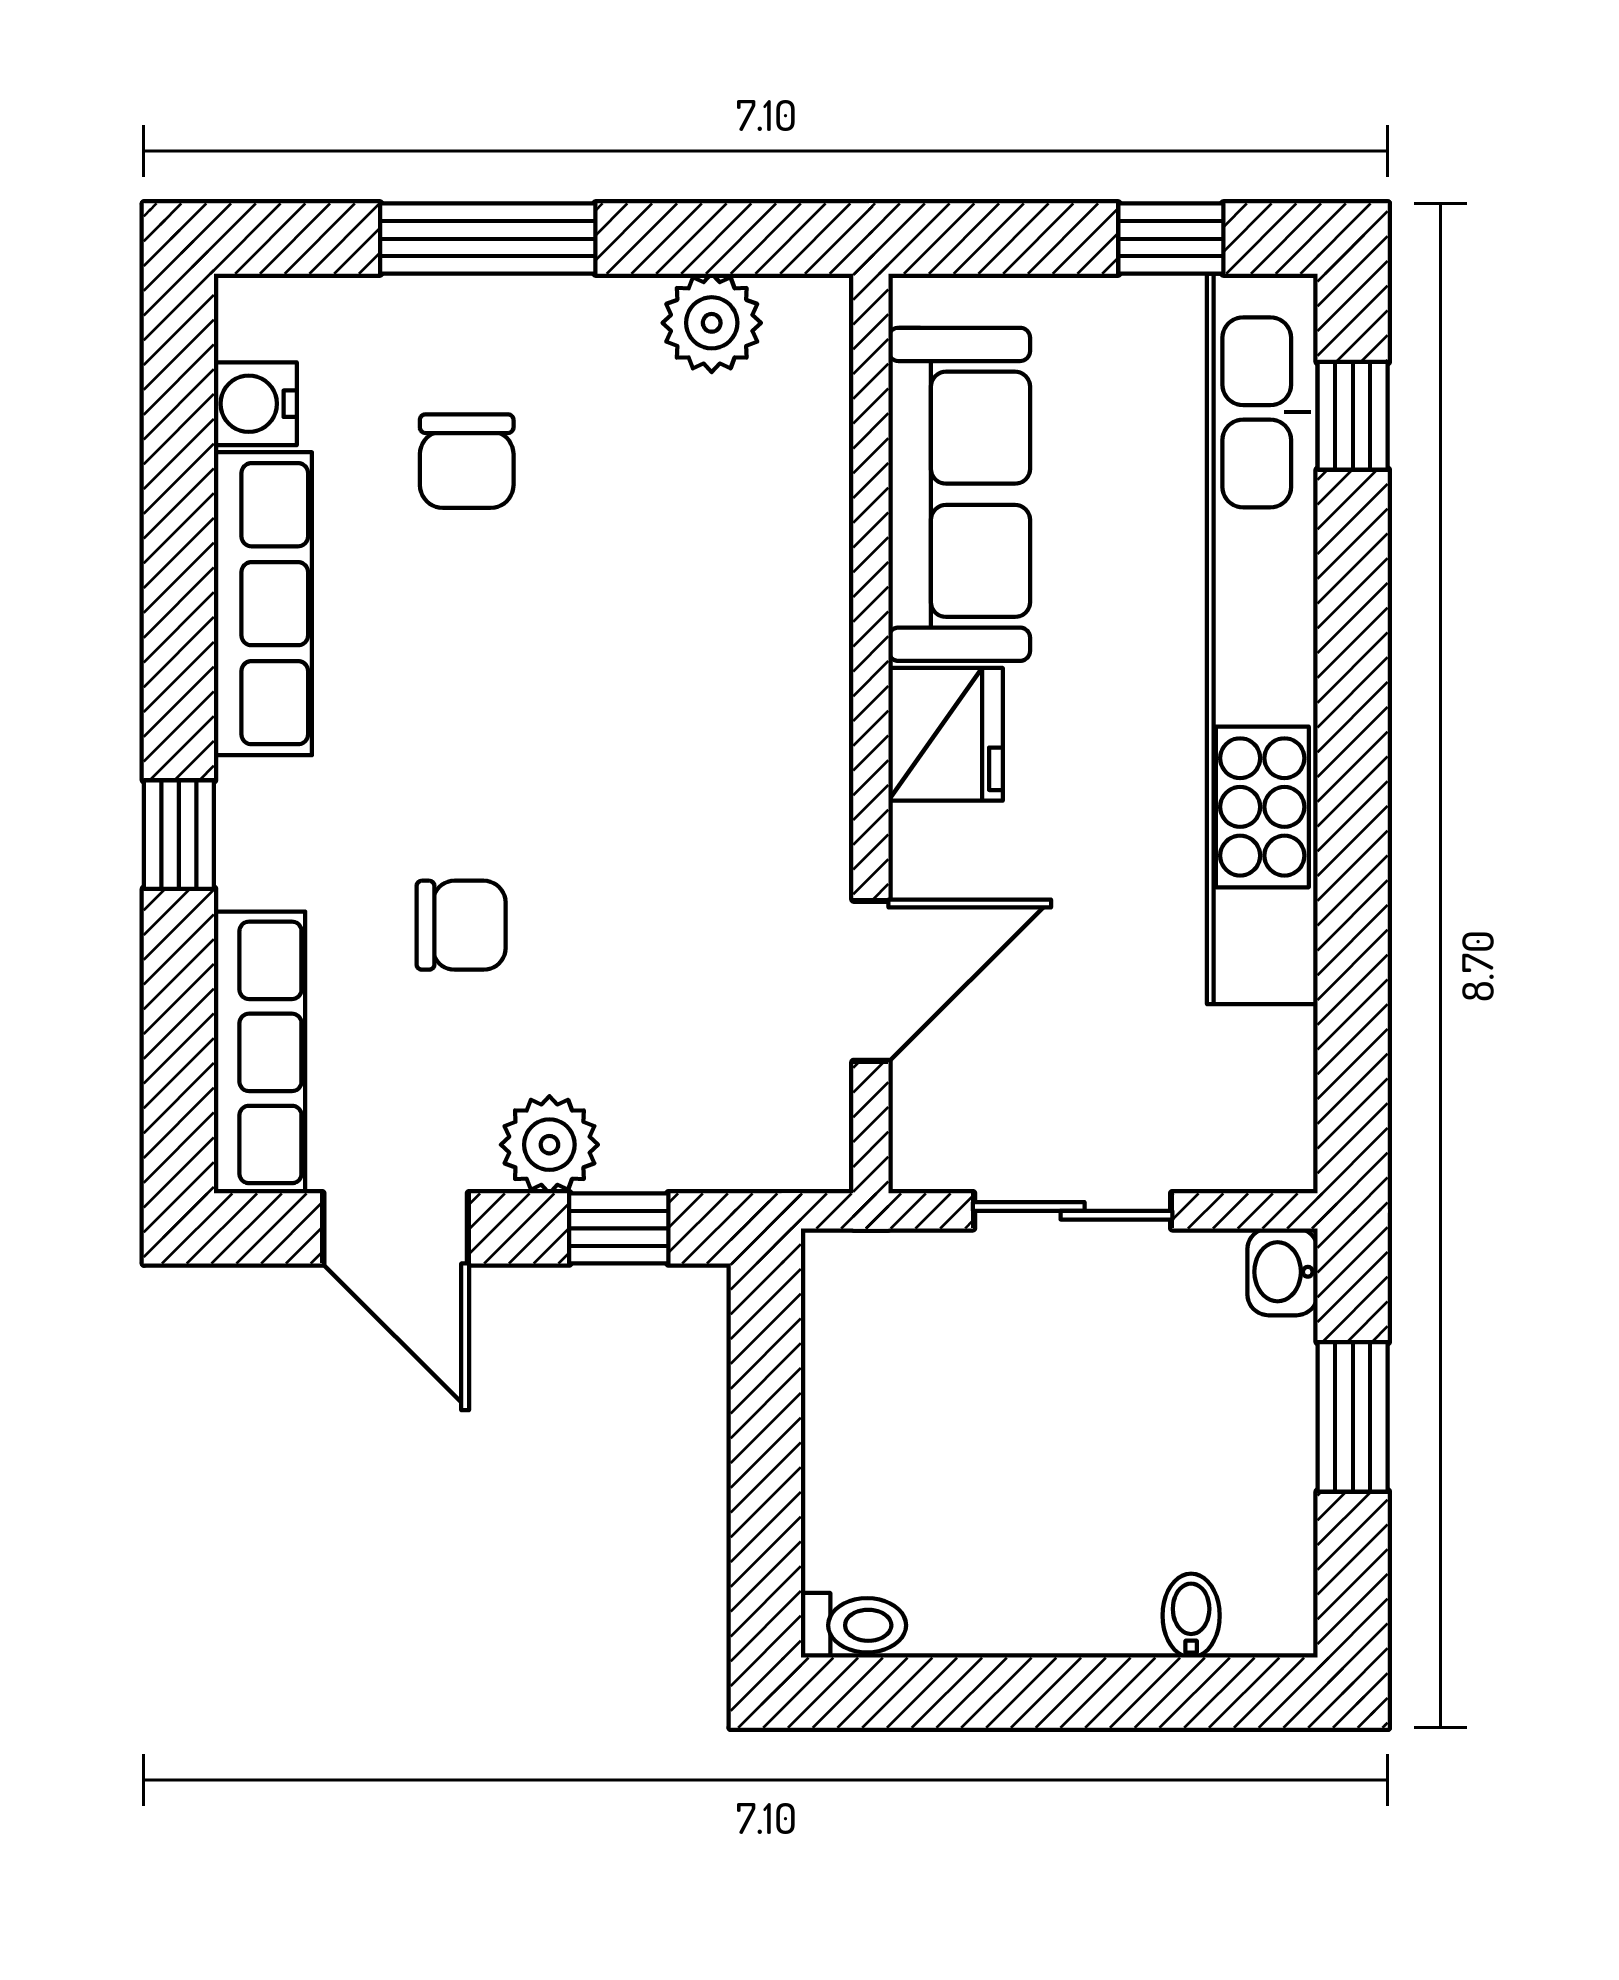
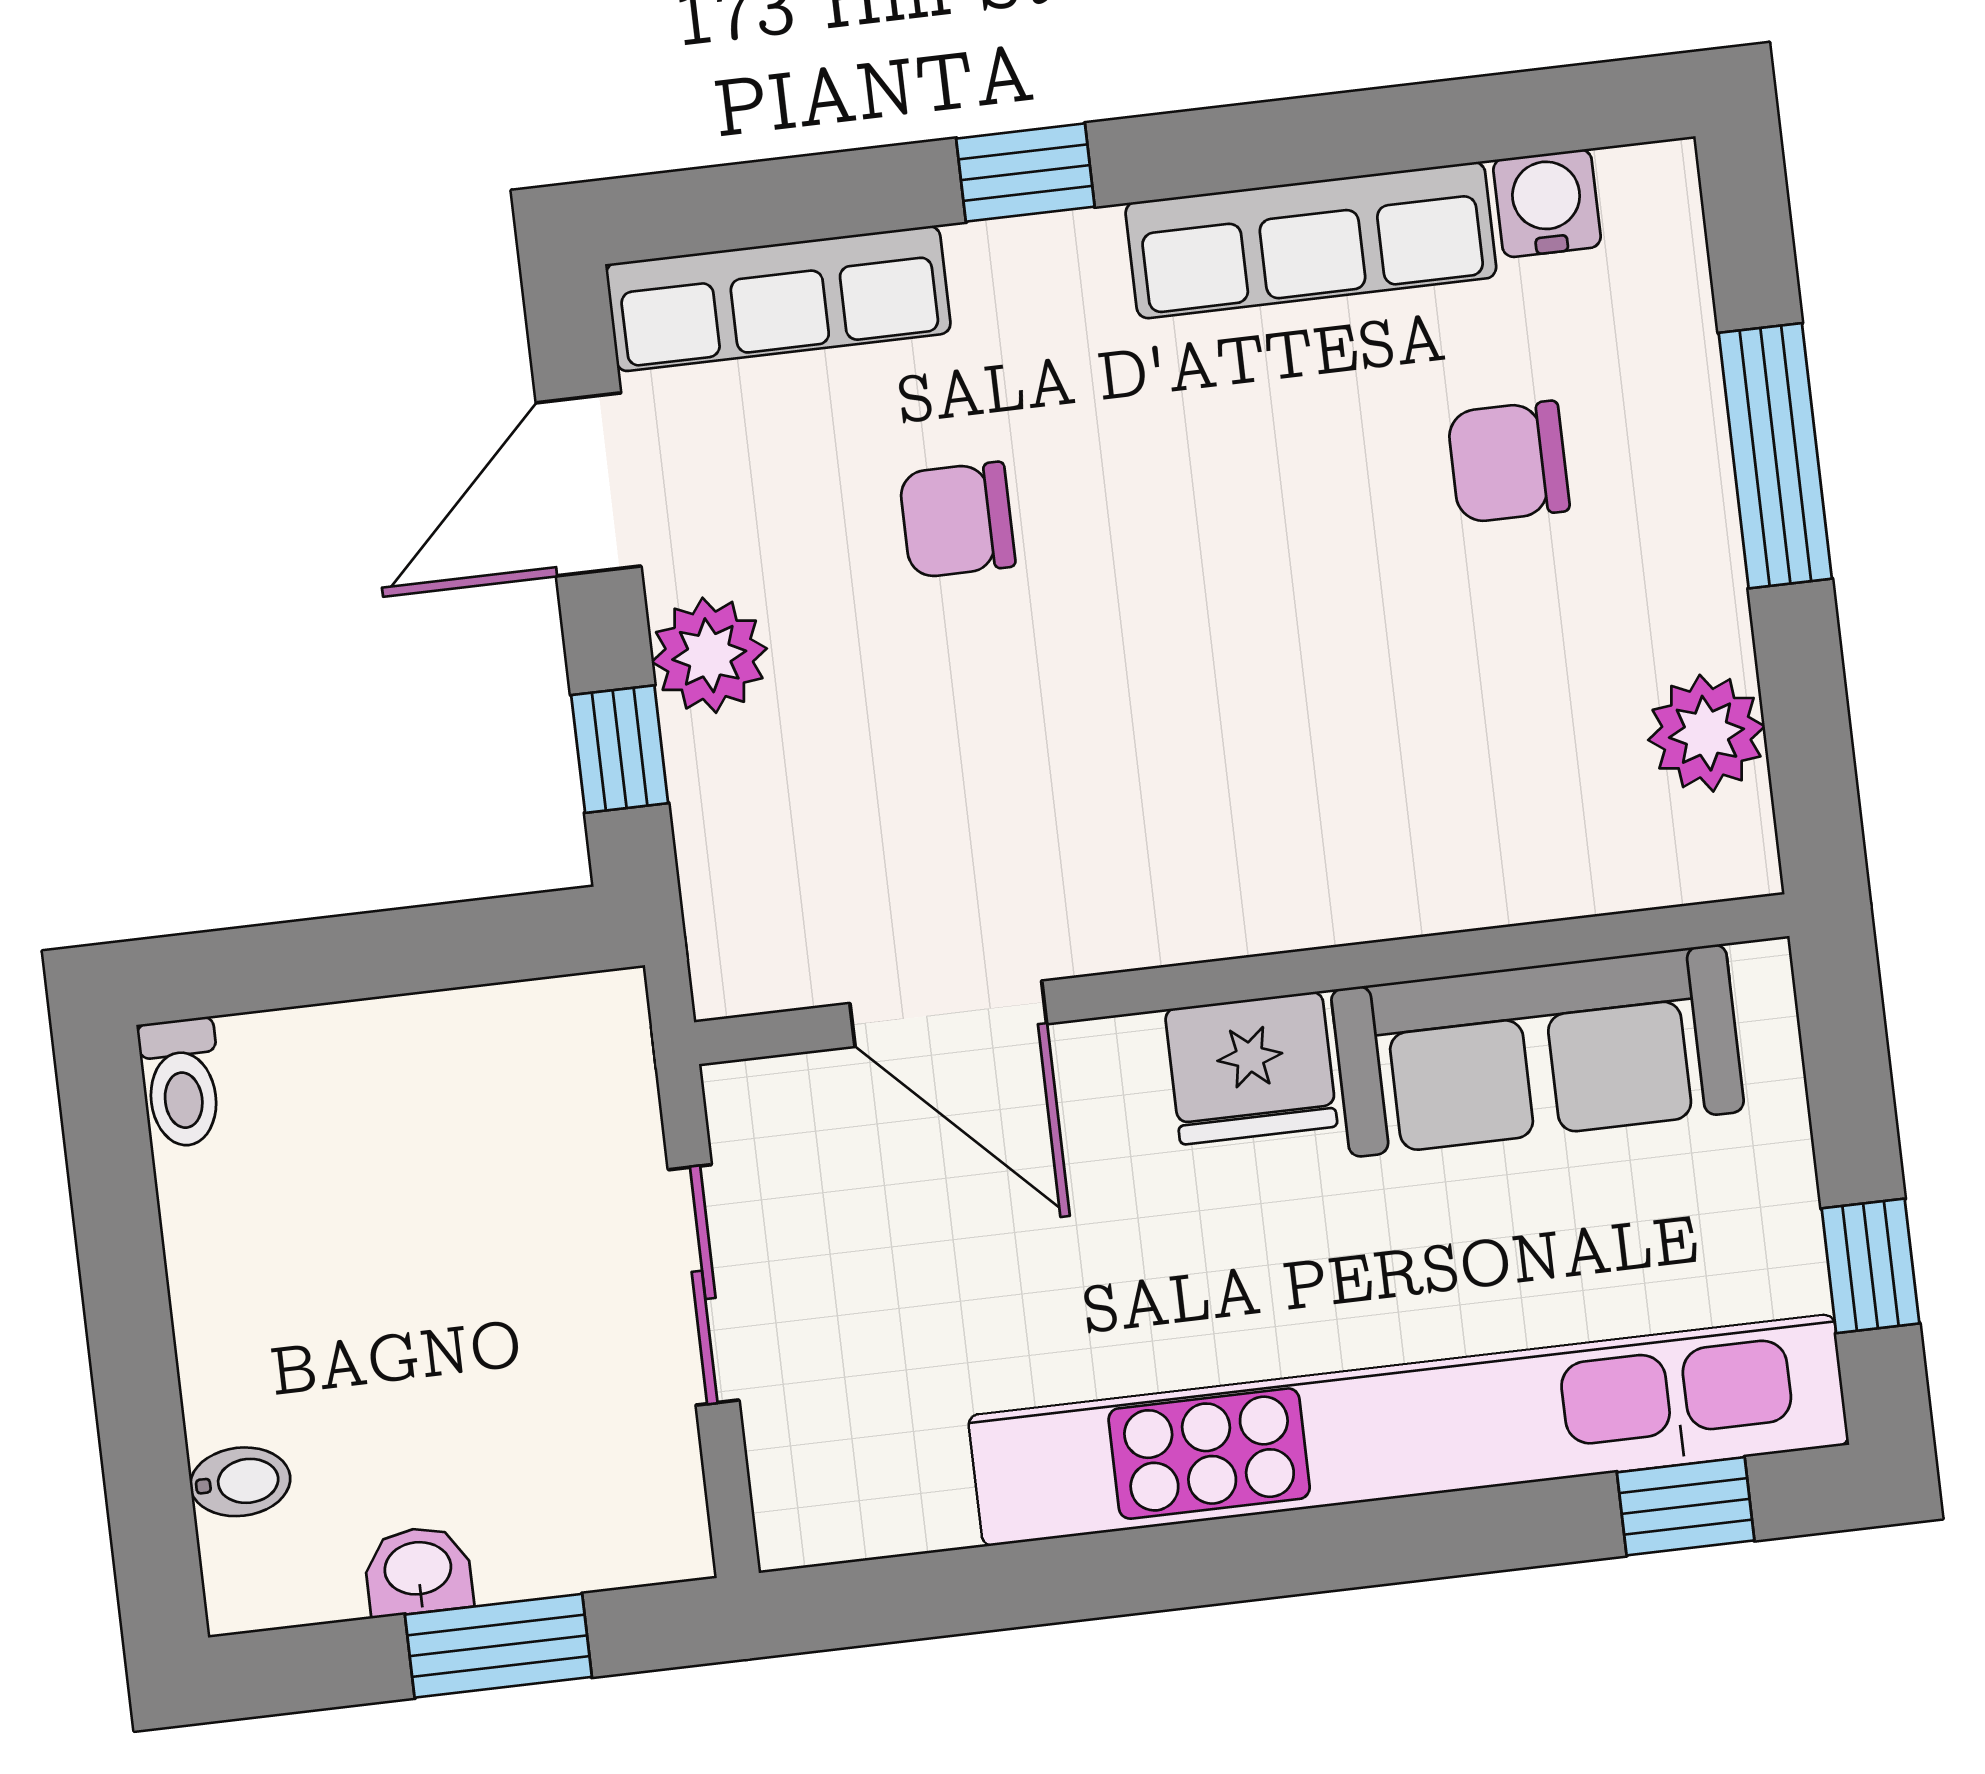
chair: (461, 925) -> (957, 520), turned 90
washbasin: (1283, 1272) -> (418, 1571), moved

